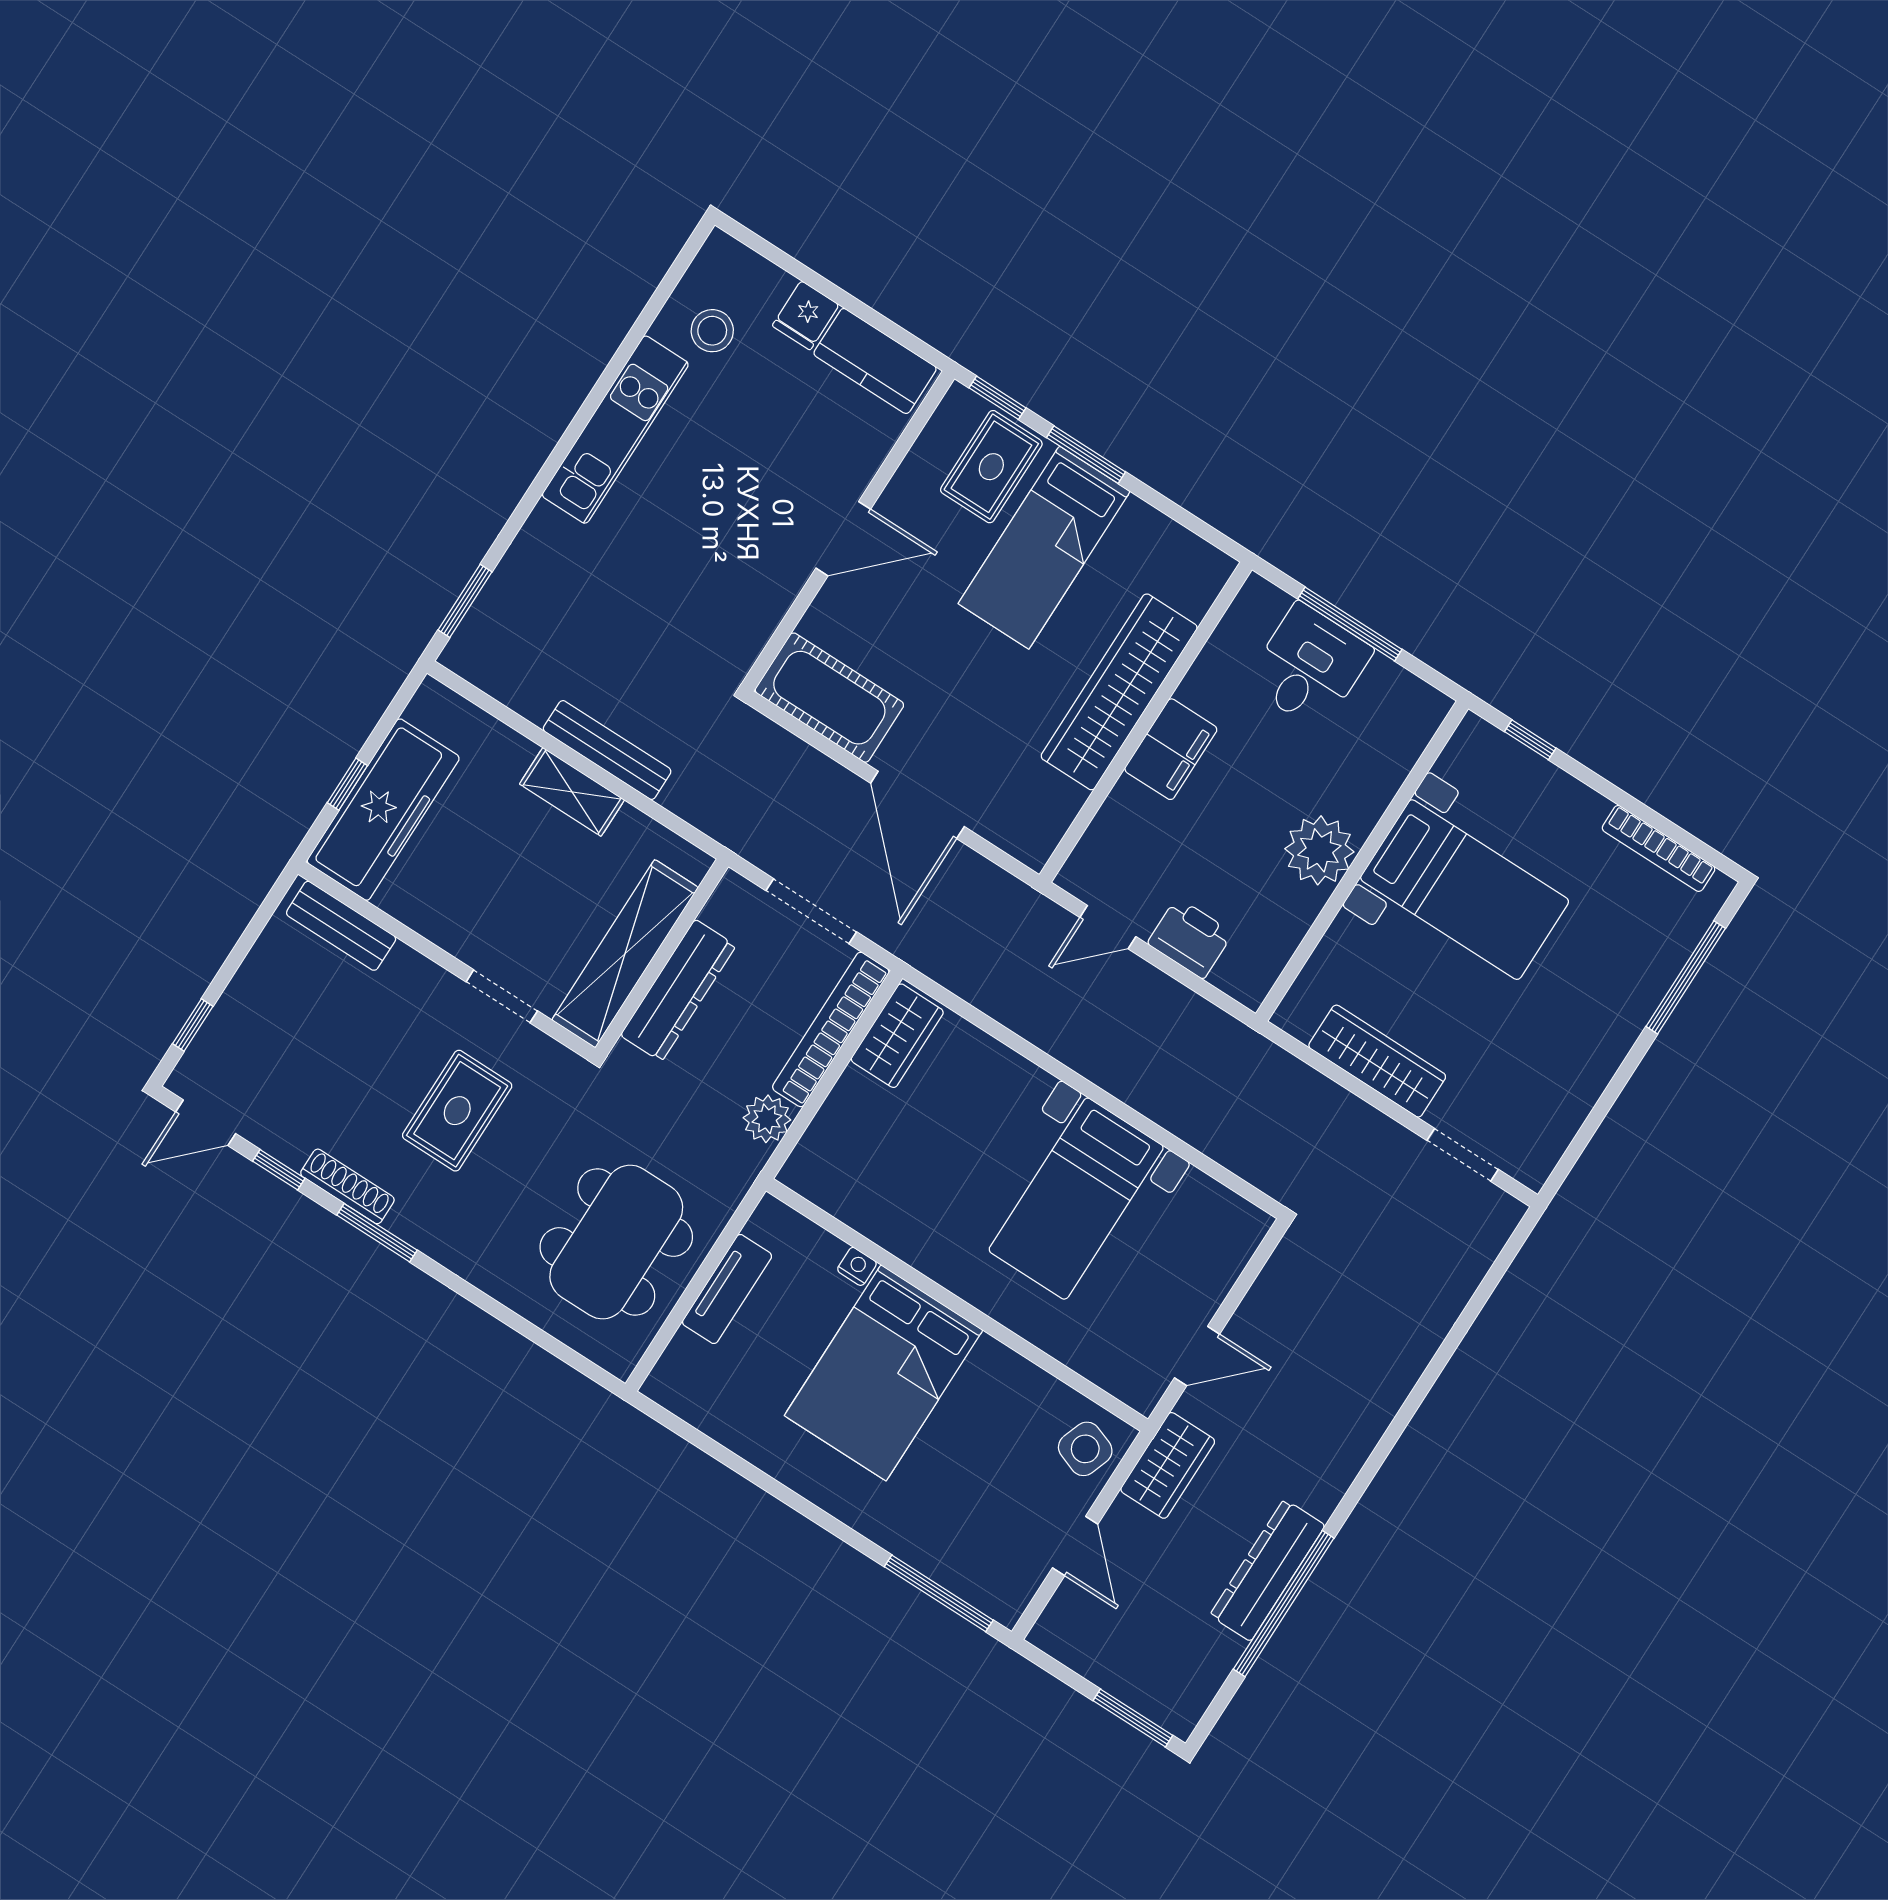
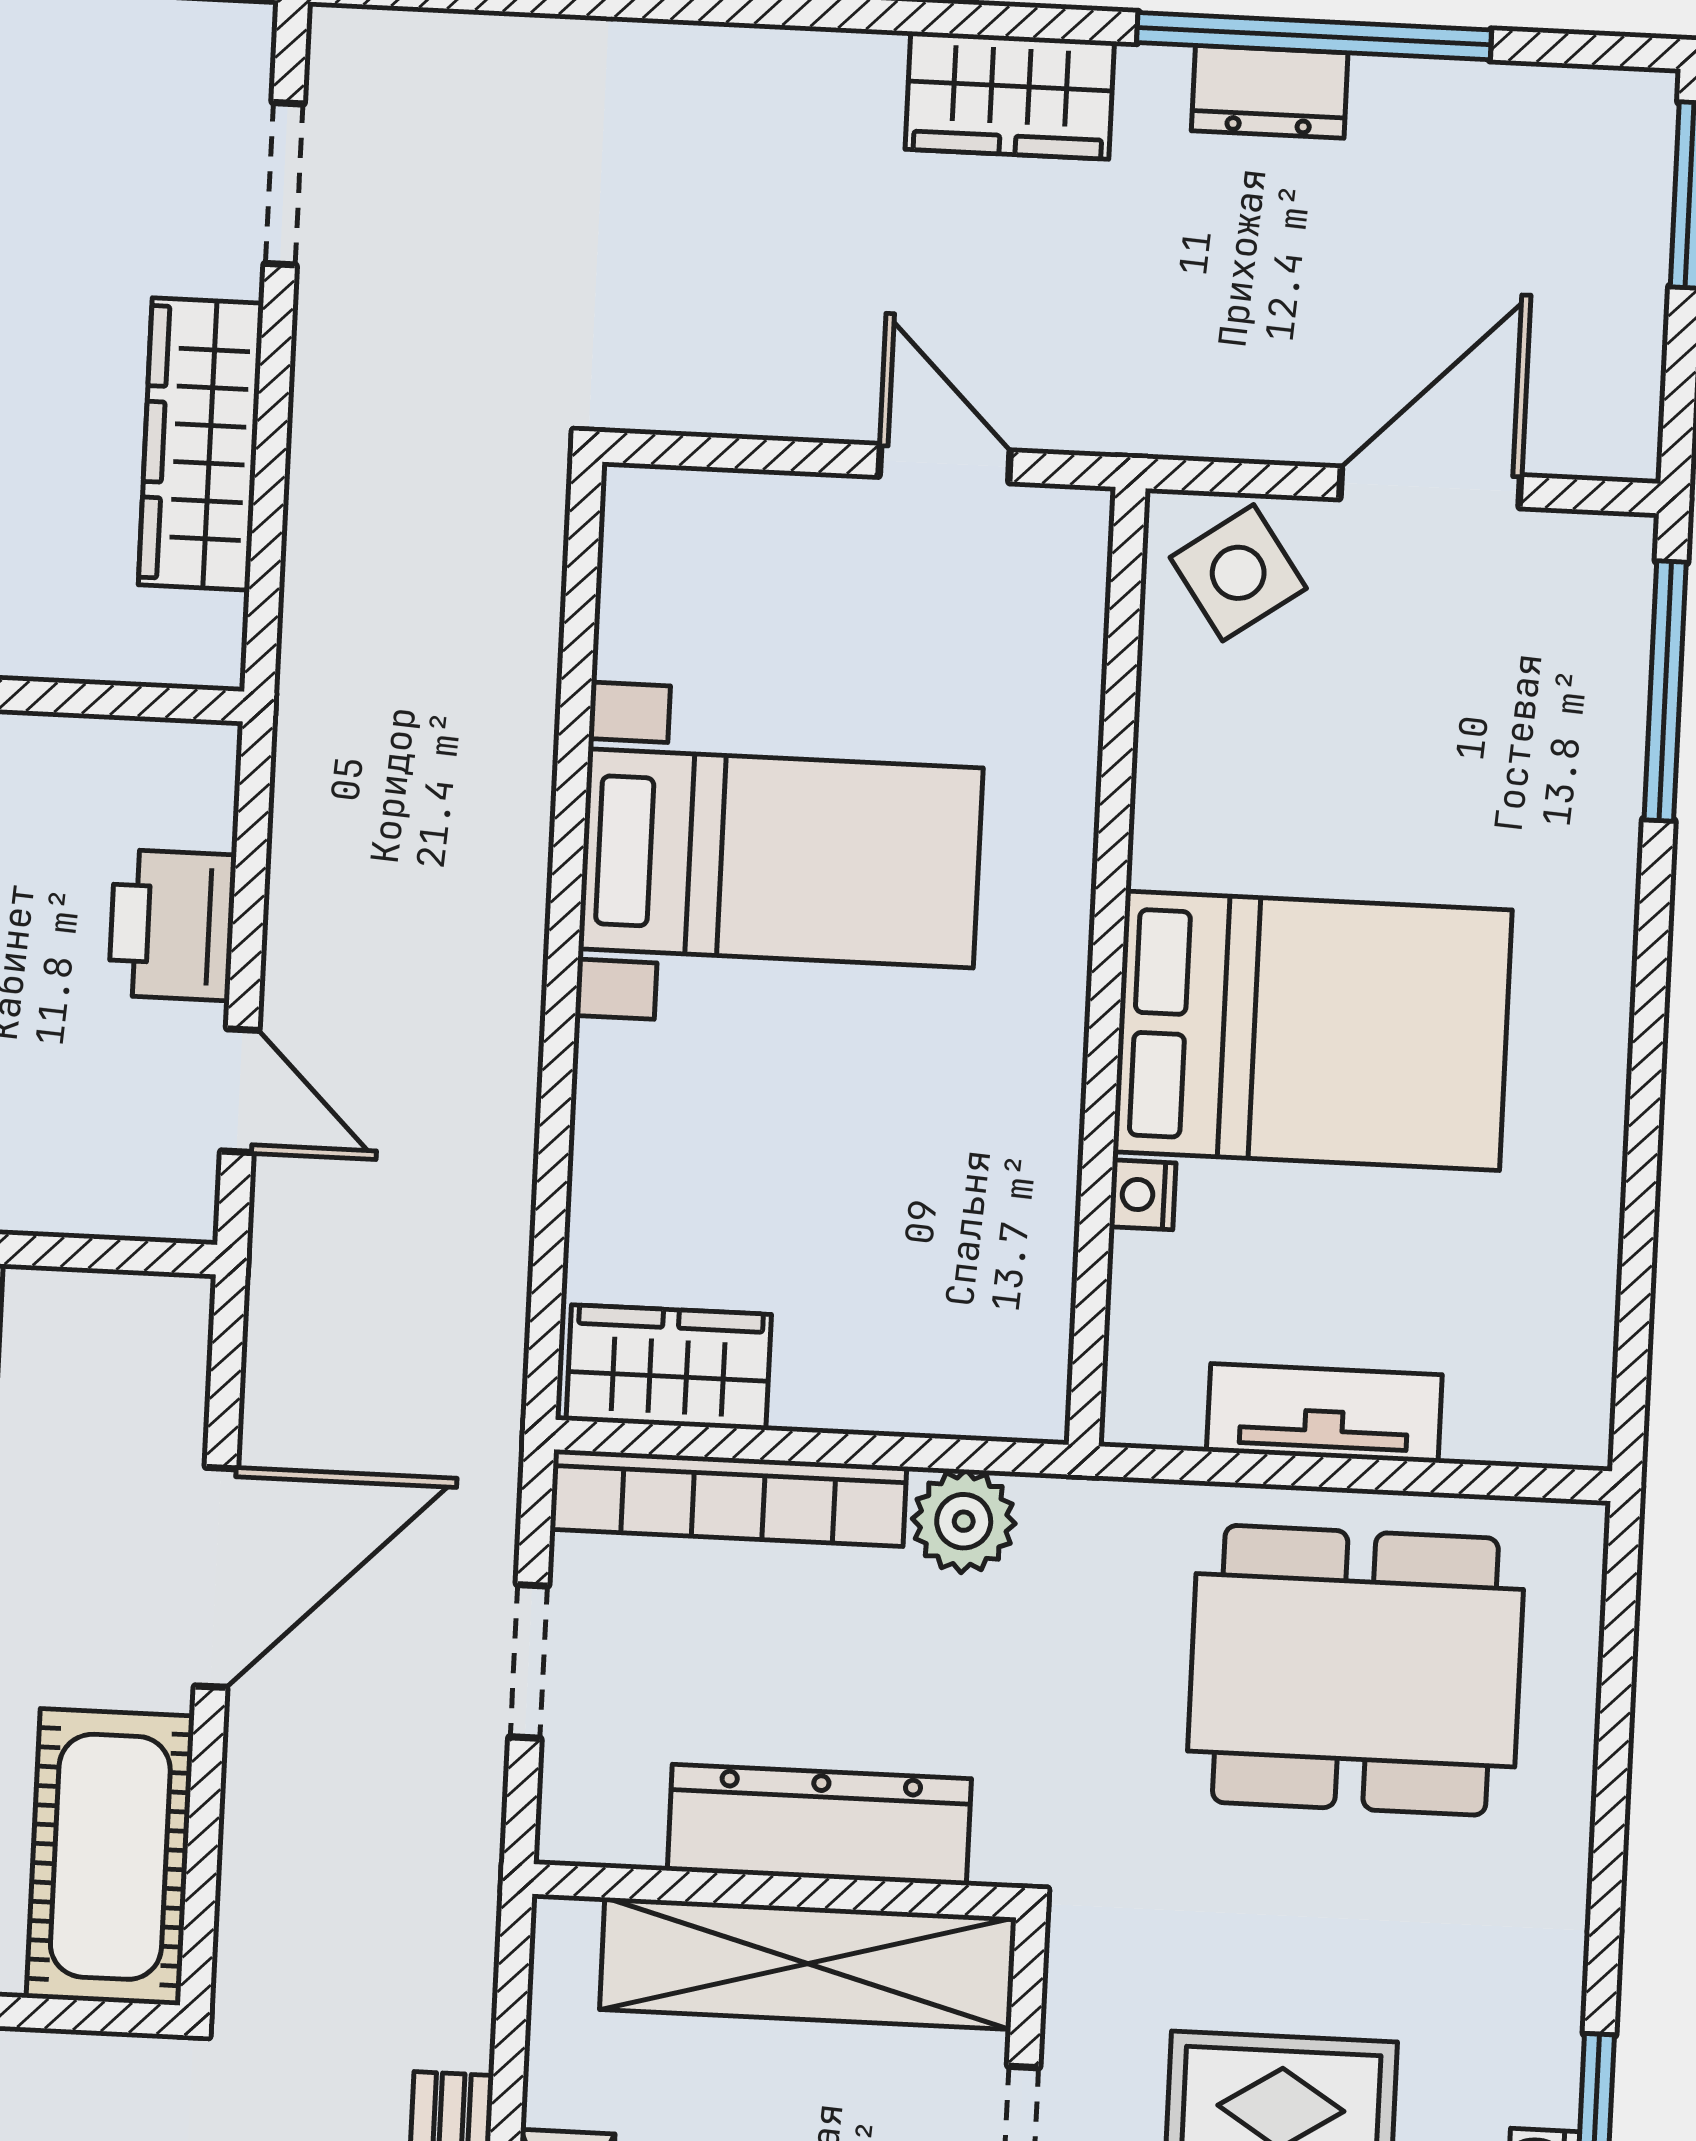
doorway: (811, 911) -> (529, 1661), width x0.73
side table: (1085, 1449) -> (1238, 573), turned 35
wardrobe: (1168, 1465) -> (1010, 95), moved, turned 180
door: (1075, 1546) -> (1430, 487), width x1.38
dresser: (1267, 1570) -> (1270, 92), width x0.51, depth x0.80

